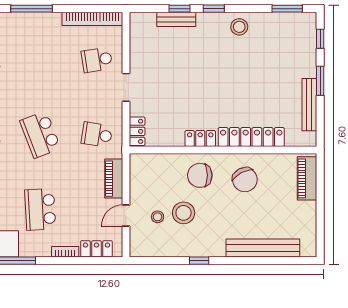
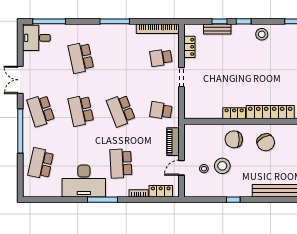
locker: (137, 131) -> (189, 47), moved

